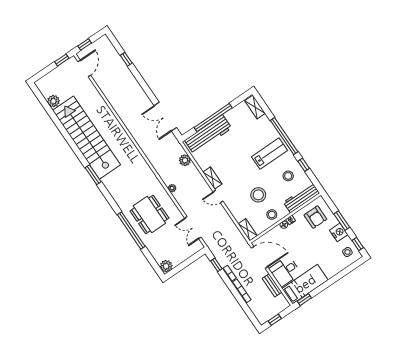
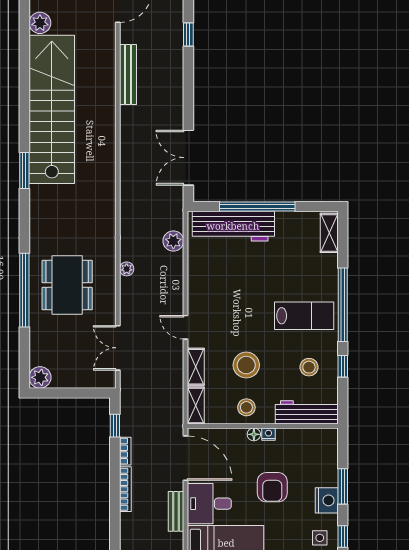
bench: (111, 97) -> (128, 75), added
shelving: (212, 178) -> (196, 367), moved
armchair: (315, 217) -> (272, 487), moved

